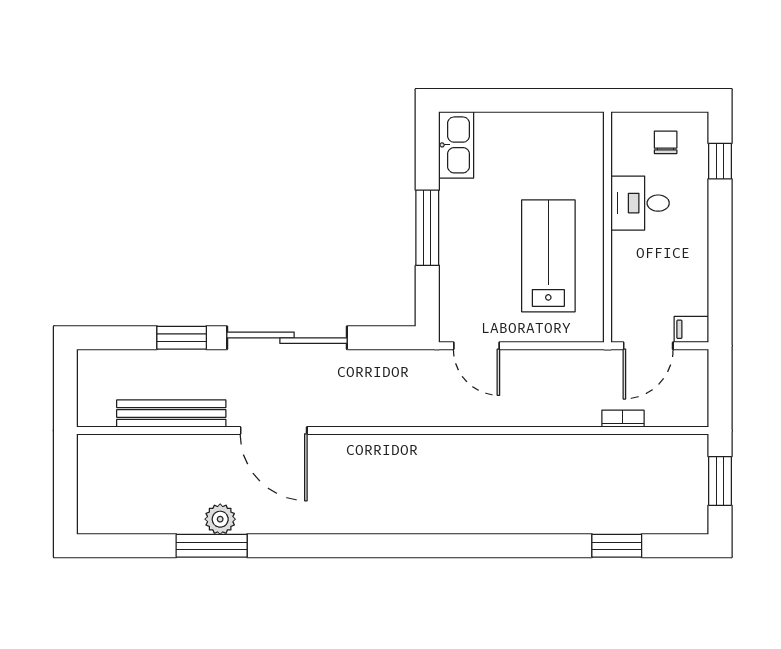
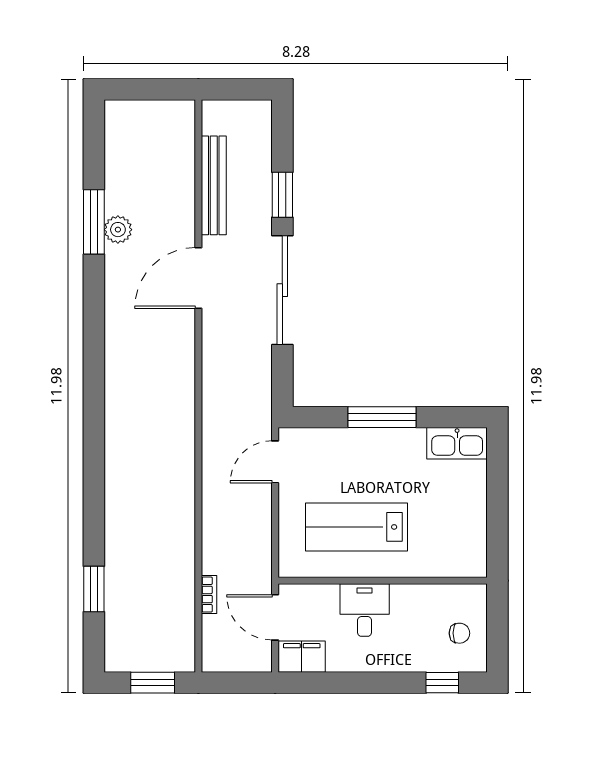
desk: (640, 203) -> (365, 610), moved
lab bench: (548, 256) -> (357, 527), turned 180
filing cabinet: (691, 329) -> (302, 657), width x2.00

